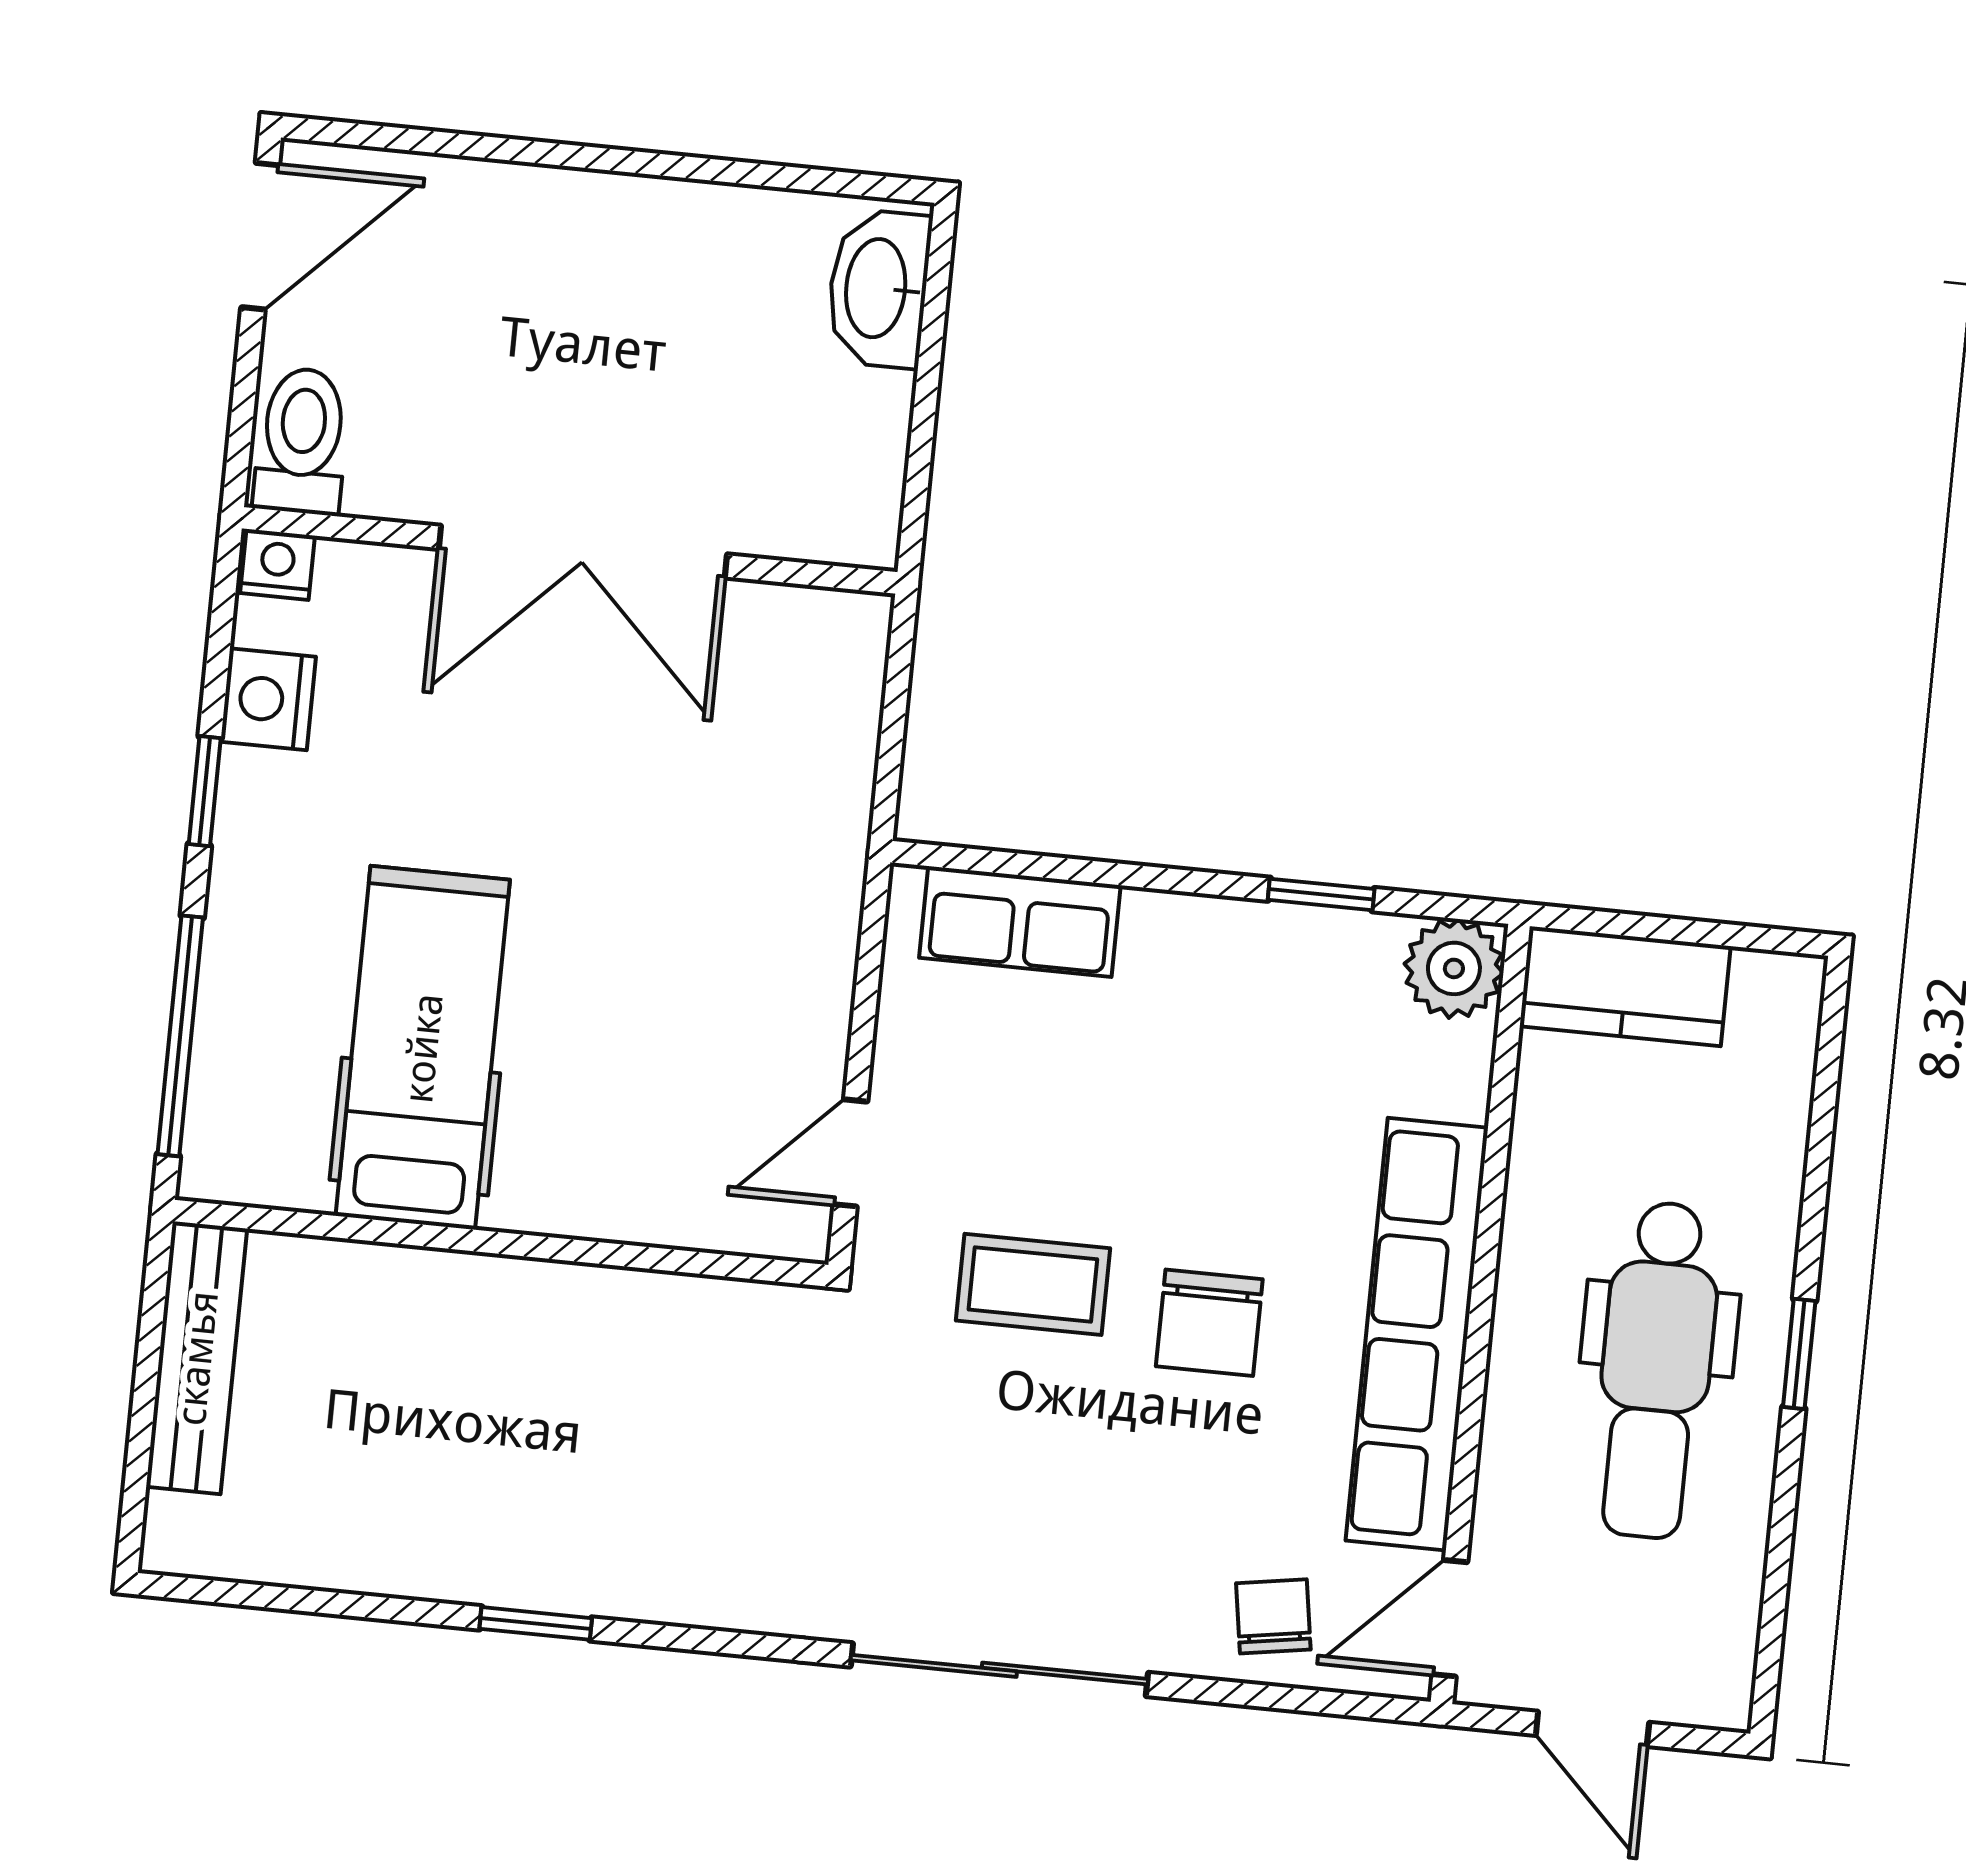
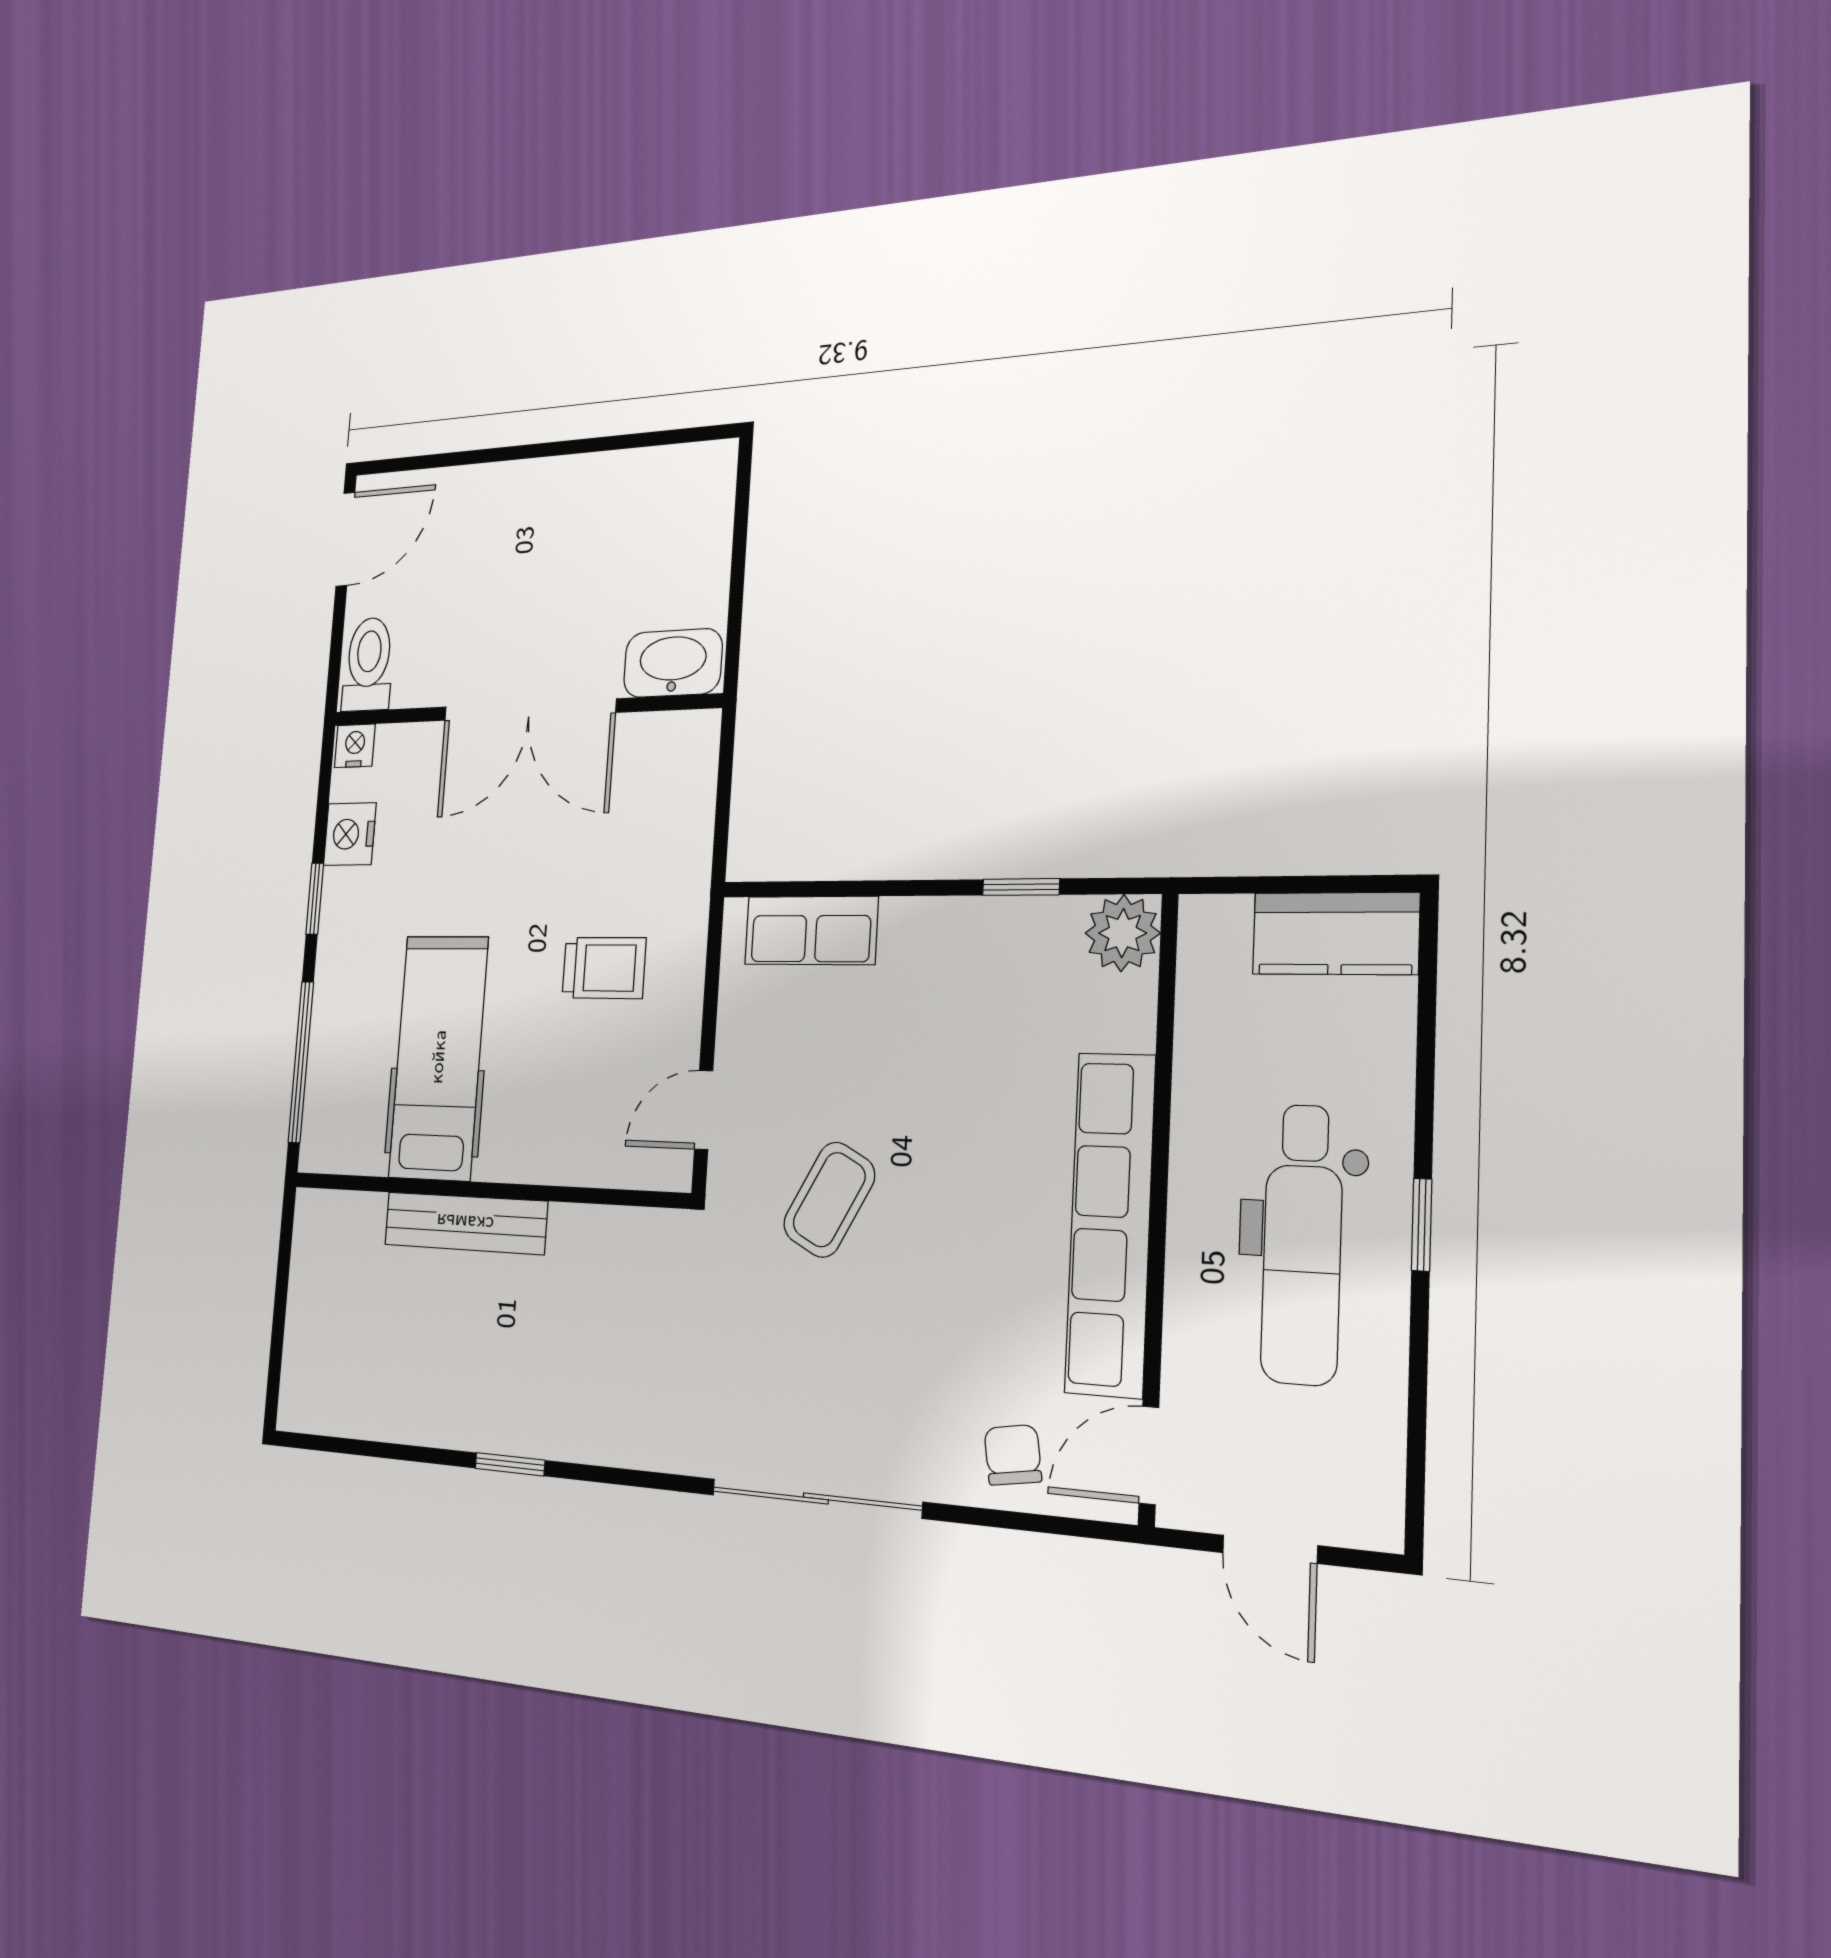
washbasin: (878, 288) -> (673, 663), moved, turned 90
trolley: (699, 943) -> (604, 968), added
kitchen counter: (1625, 986) -> (1336, 933), moved
coffee table: (1033, 1284) -> (829, 1200), turned -62
chair: (1209, 1323) -> (955, 1222), removed
bench: (197, 1358) -> (465, 1223), moved, turned 90

